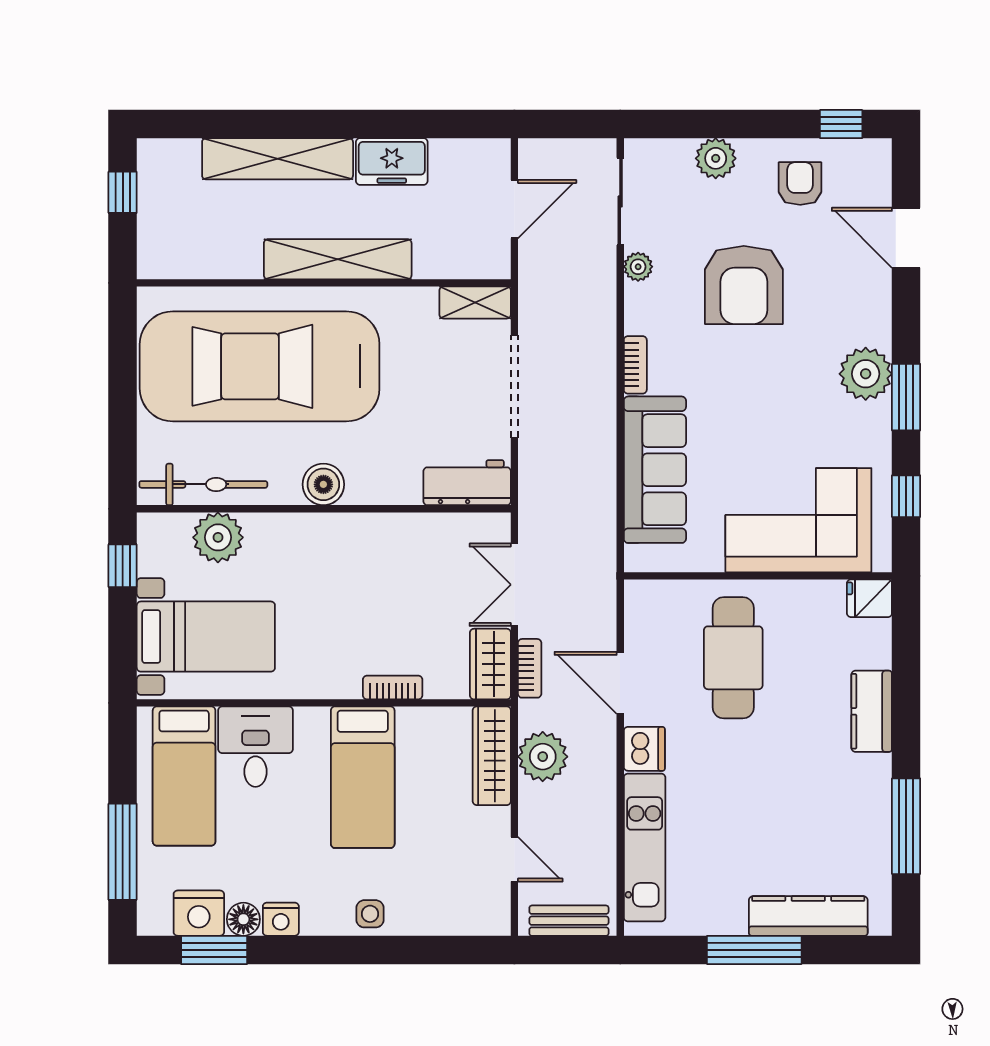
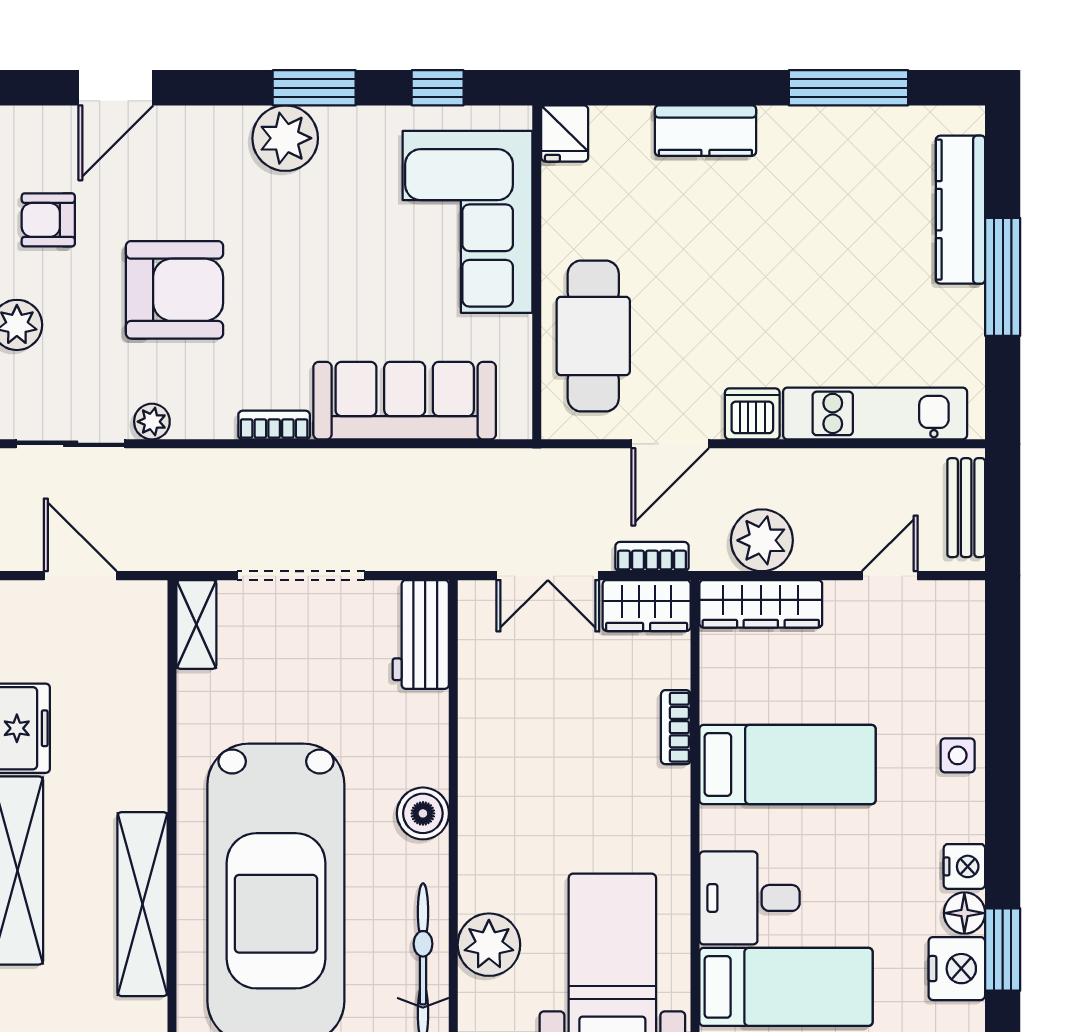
shelving: (338, 259) -> (143, 904), moved
cafe table: (733, 658) -> (593, 336), moved, turned 90

